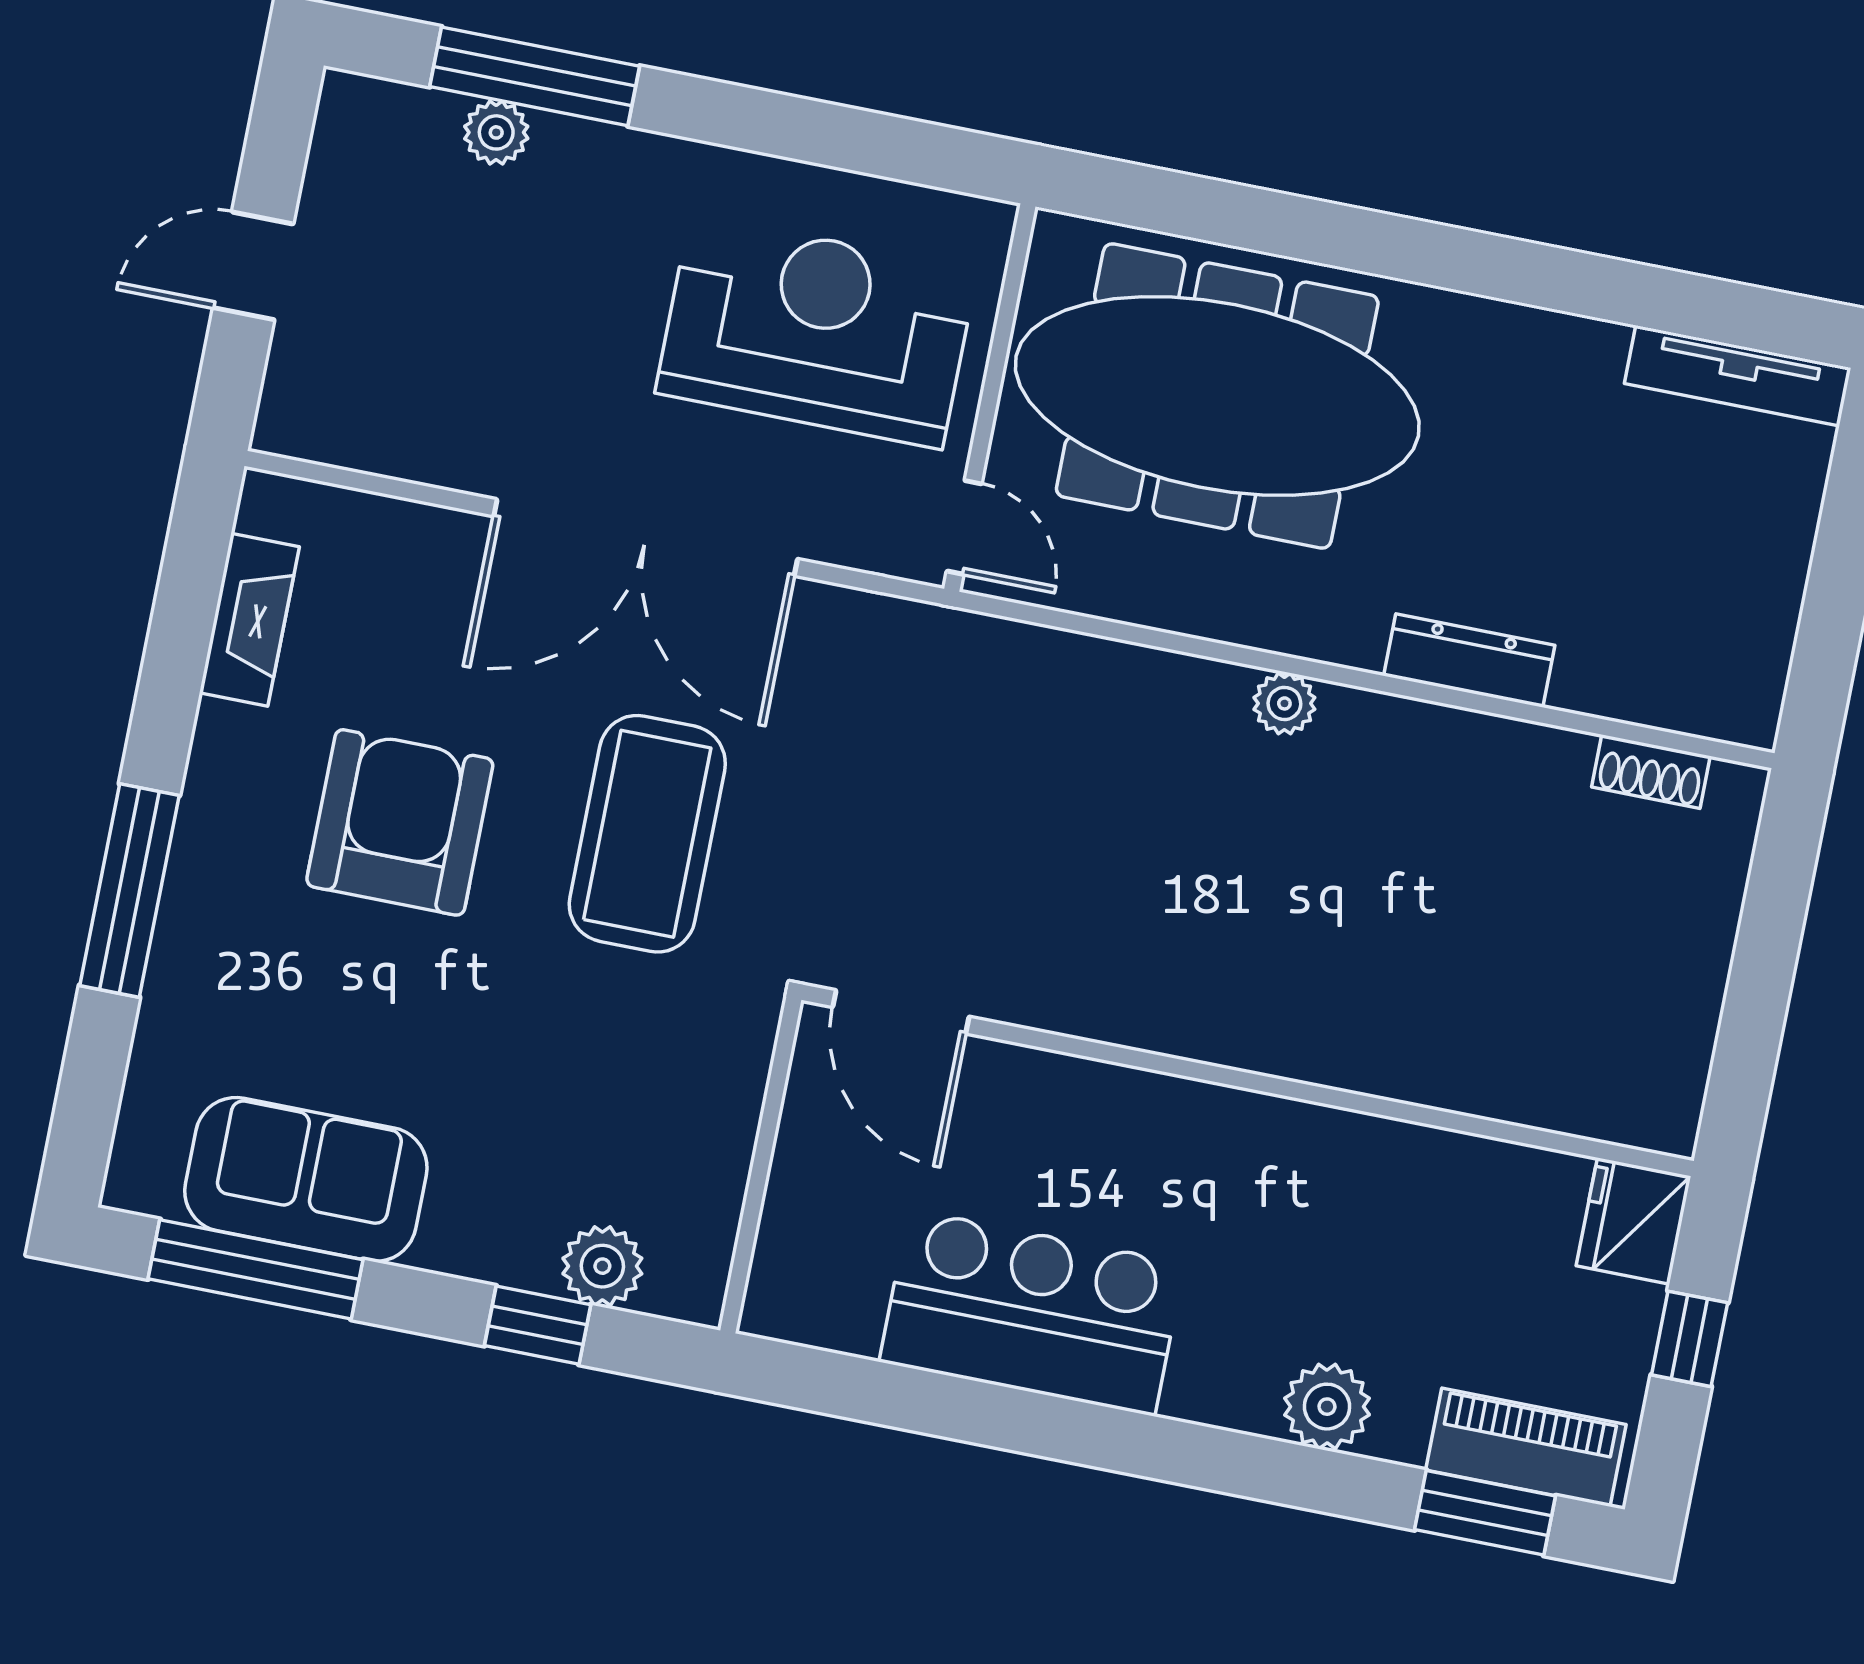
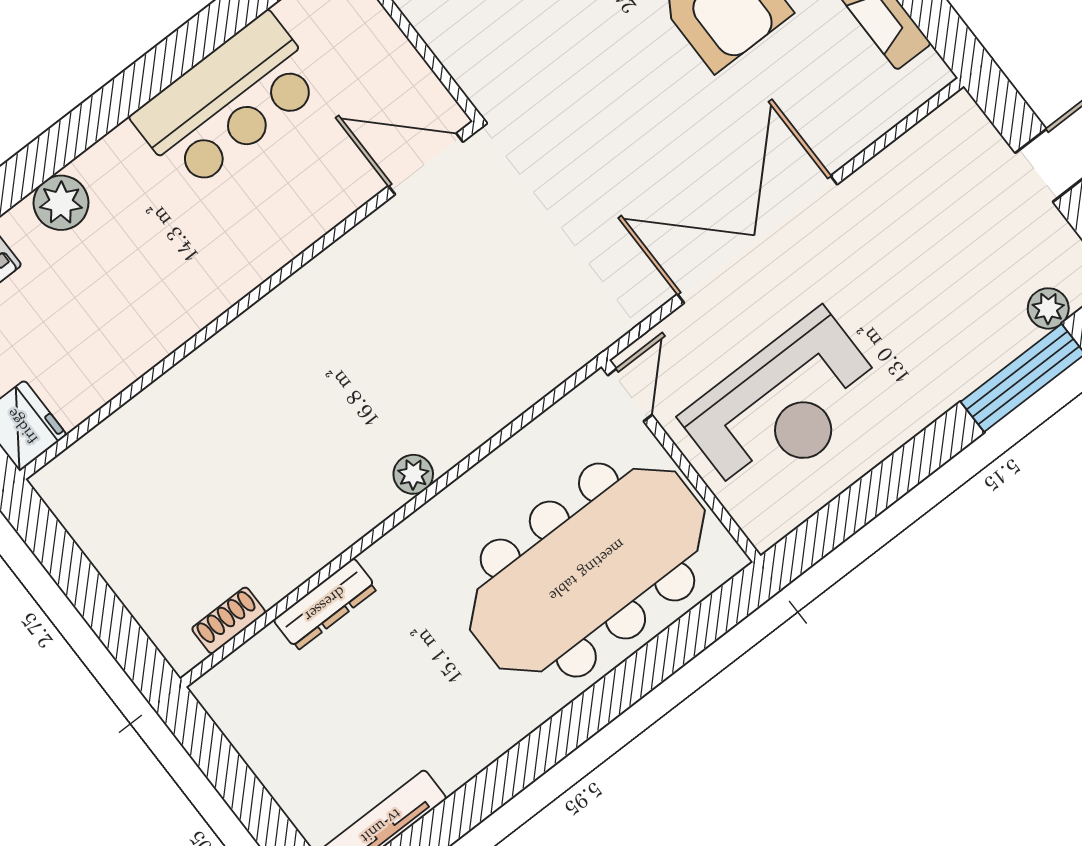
plant: (496, 132) -> (1048, 308), moved
door: (964, 527) -> (630, 395), swing flipped
dresser: (1469, 661) -> (325, 604), moved
coffee table: (647, 834) -> (616, 117), removed

